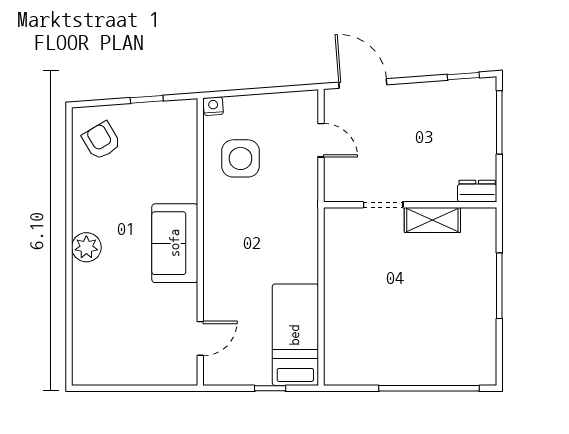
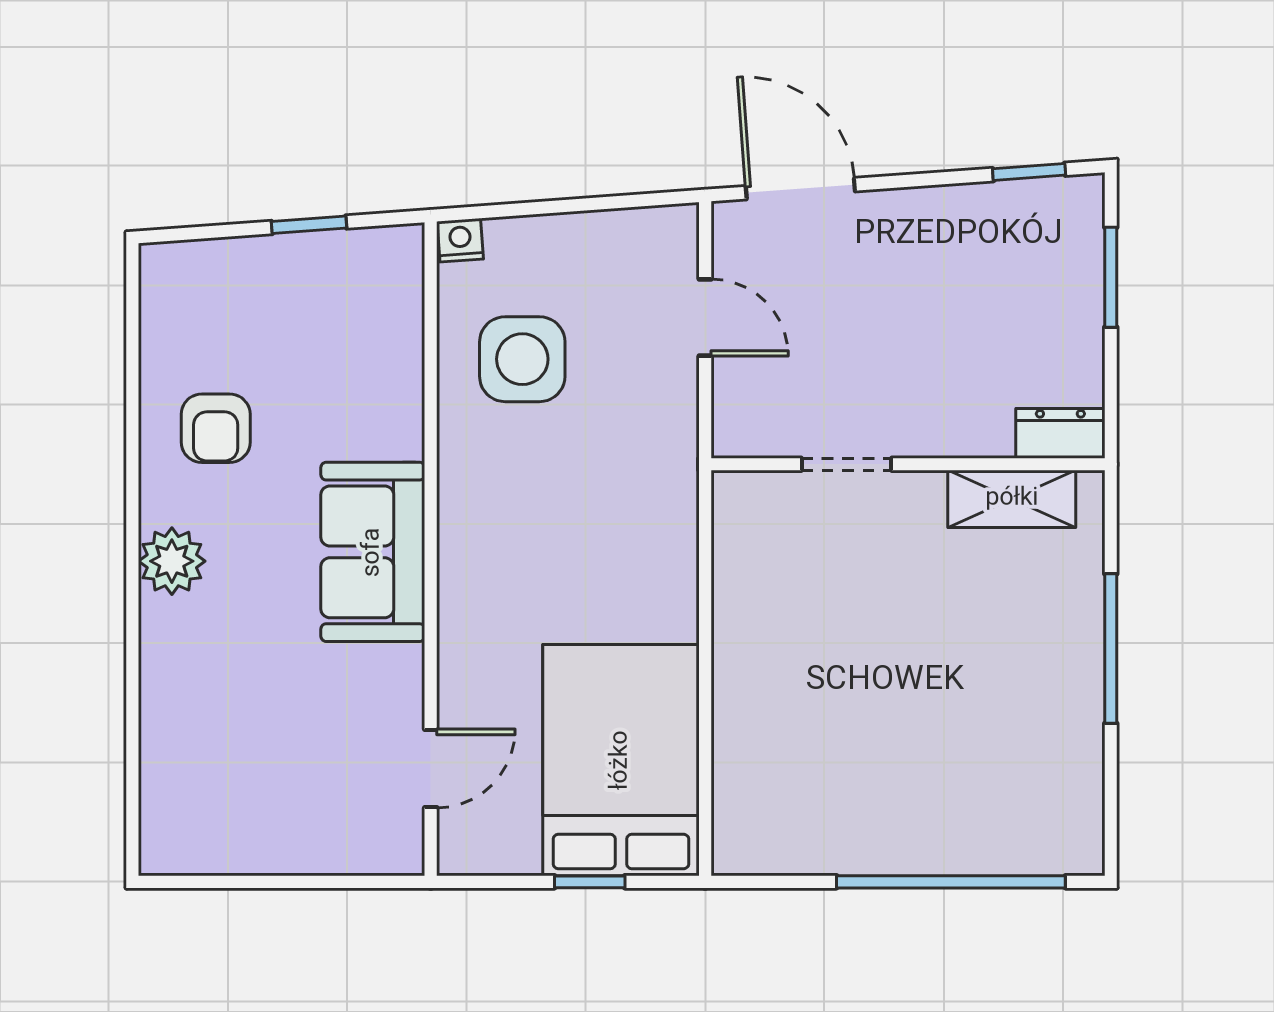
window: (499, 122) -> (1111, 277), width x0.69
armchair: (101, 141) -> (216, 428), moved, turned -149
shelving: (432, 220) -> (1012, 499), moved
bed: (295, 335) -> (621, 760), width x1.50

